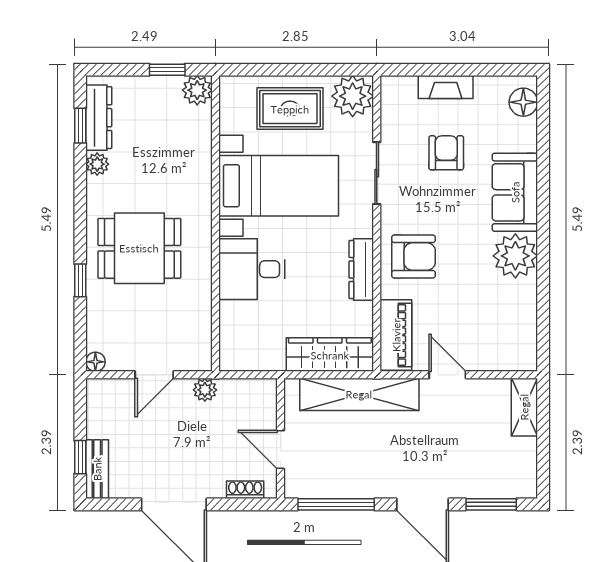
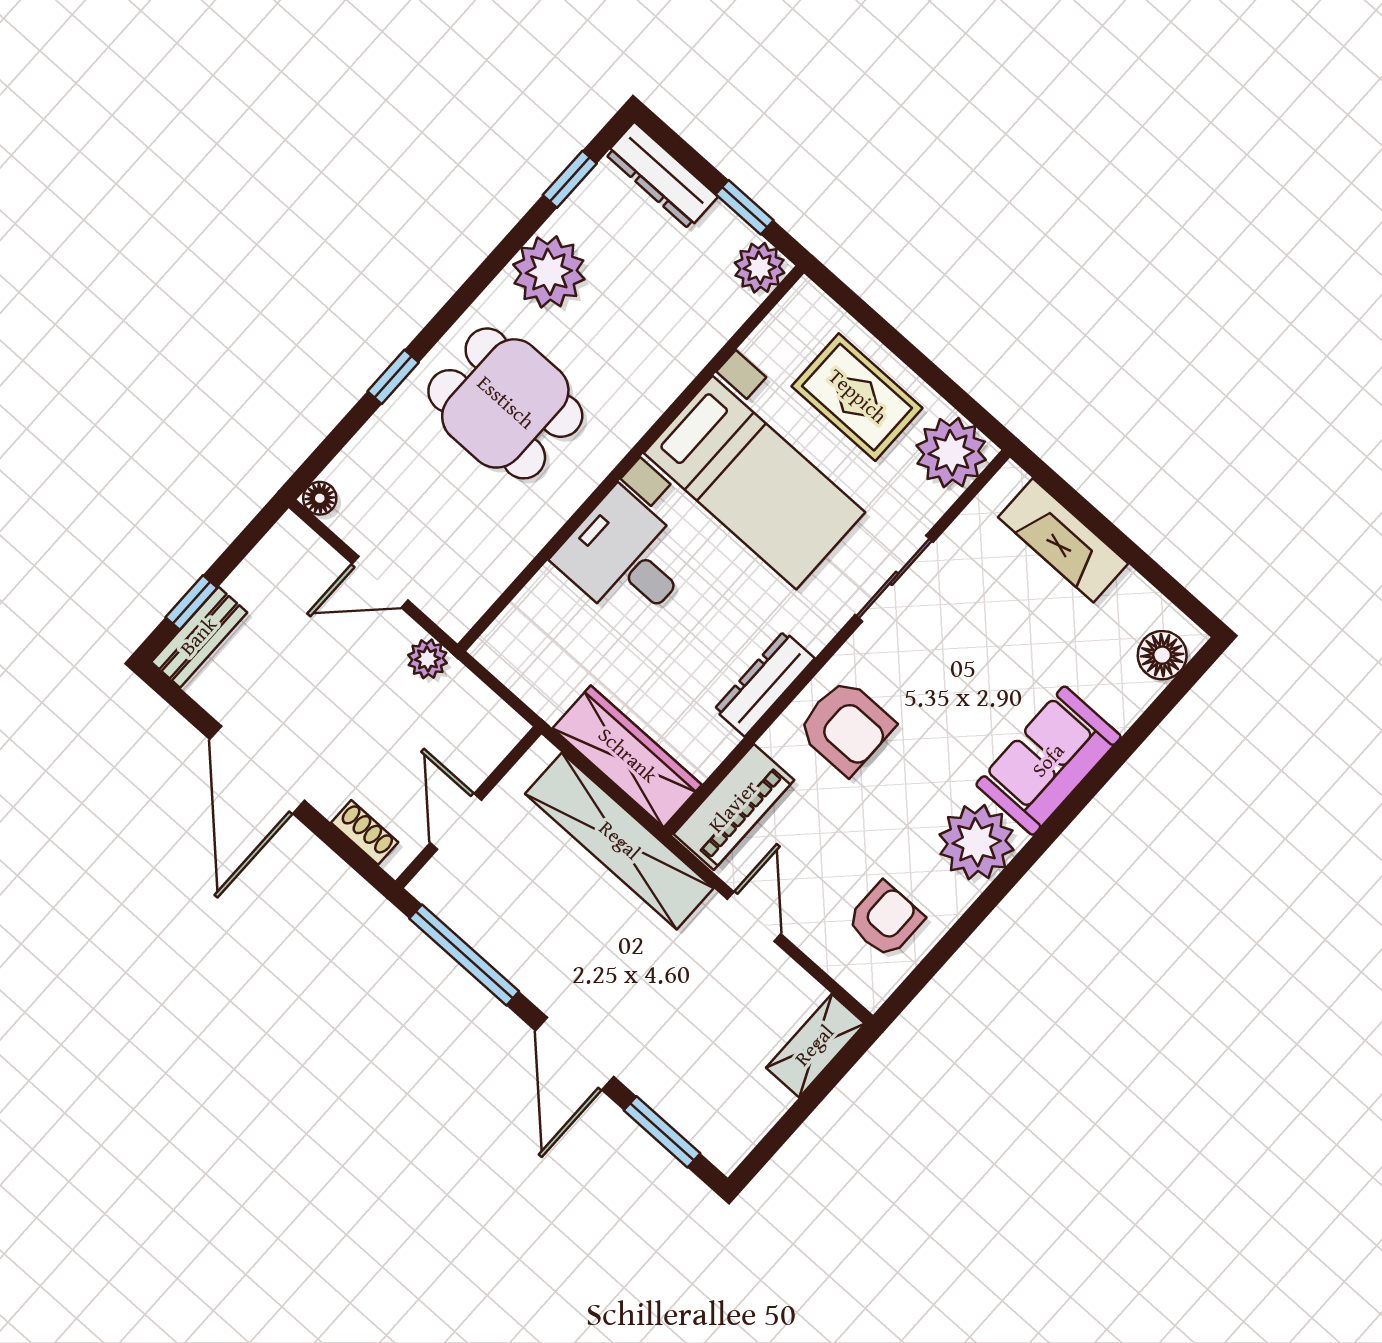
fireplace: (446, 87) -> (1063, 540), width x1.37, depth x1.32
dresser: (99, 118) -> (662, 176), moved, turned 90
armchair: (446, 153) -> (885, 920), moved
plant: (97, 164) -> (549, 272), width x1.87, depth x1.87

